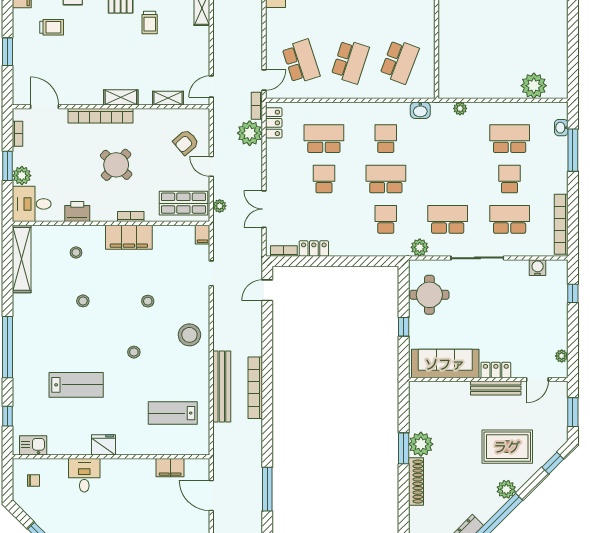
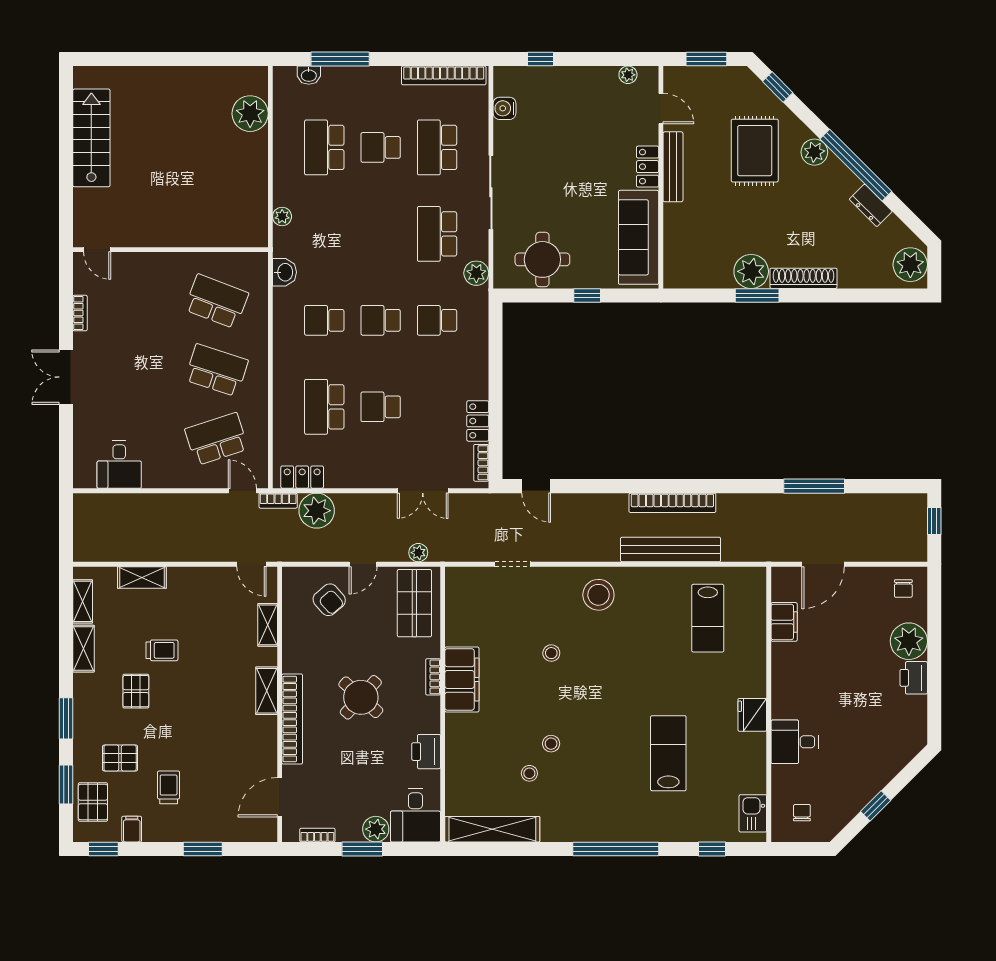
school desk: (386, 179) -> (381, 320), width x0.54
filing cabinet: (203, 235) -> (458, 577), removed
stool: (76, 252) -> (529, 773), moved
stool: (134, 352) -> (622, 672), removed

